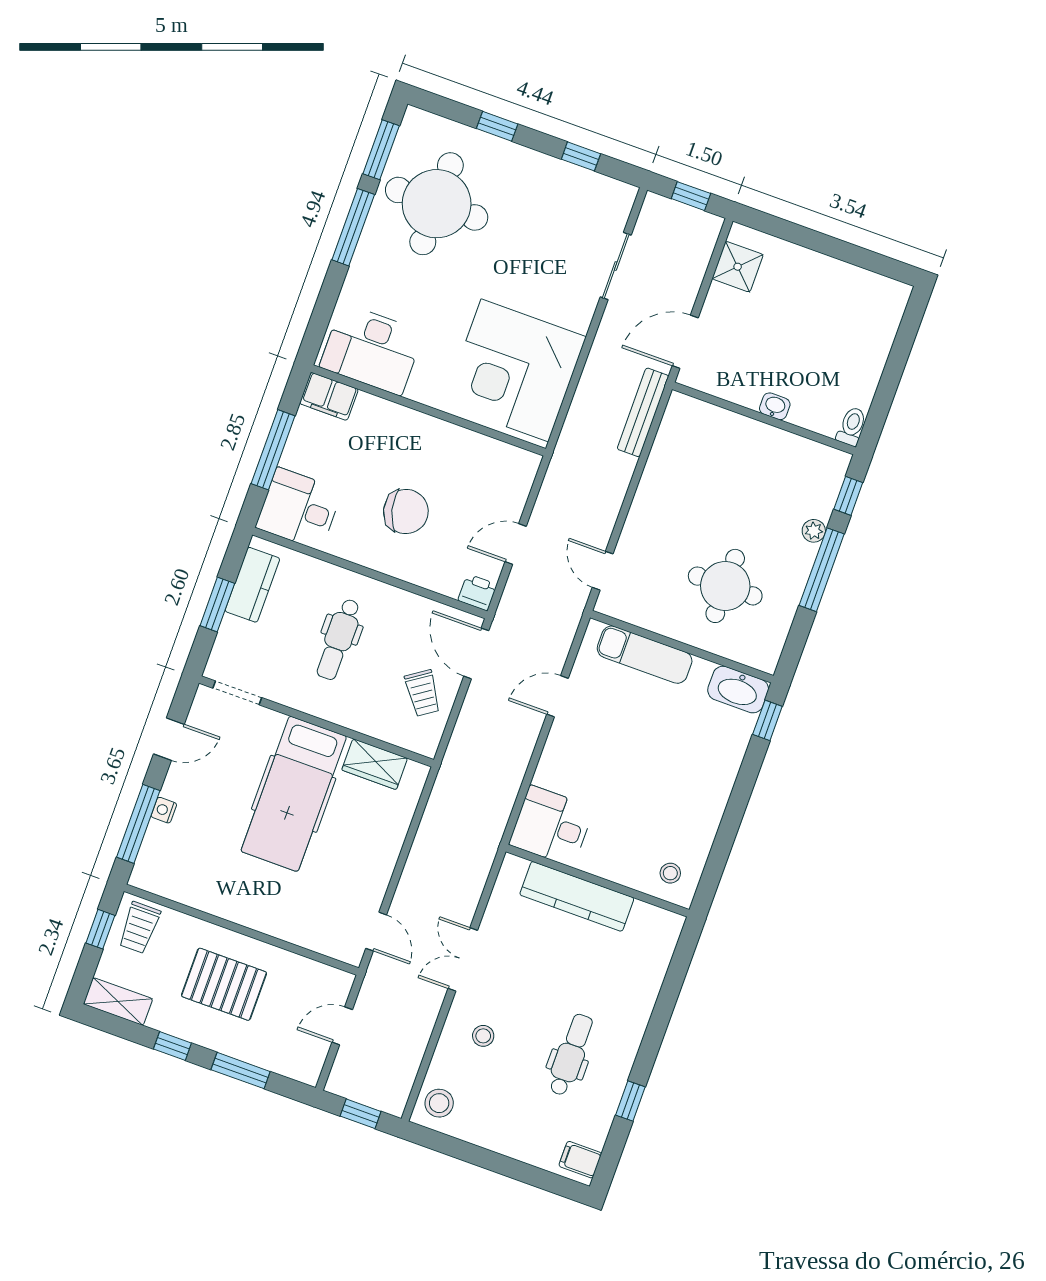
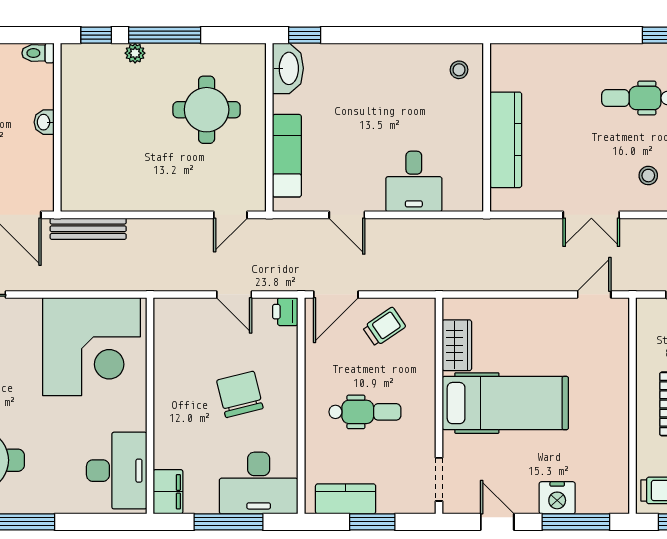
desk: (299, 509) -> (259, 483), width x1.37
nightstand: (164, 810) -> (557, 498), width x1.89, depth x1.79
desk: (551, 826) -> (414, 181), moved

